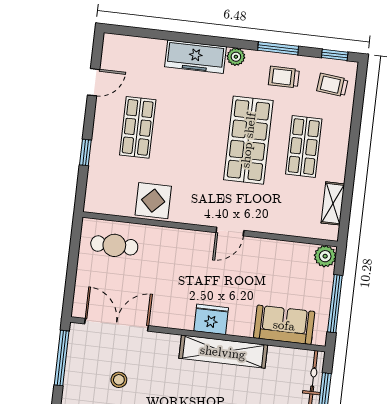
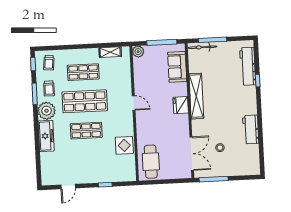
plant: (236, 57) -> (47, 111), width x1.87, depth x1.87
door: (94, 82) -> (68, 187), swing flipped
shop shelf: (138, 127) -> (86, 131), moved
cafe table: (114, 245) -> (151, 162), width x1.37, depth x1.35
double door: (117, 325) -> (192, 154), swing flipped

